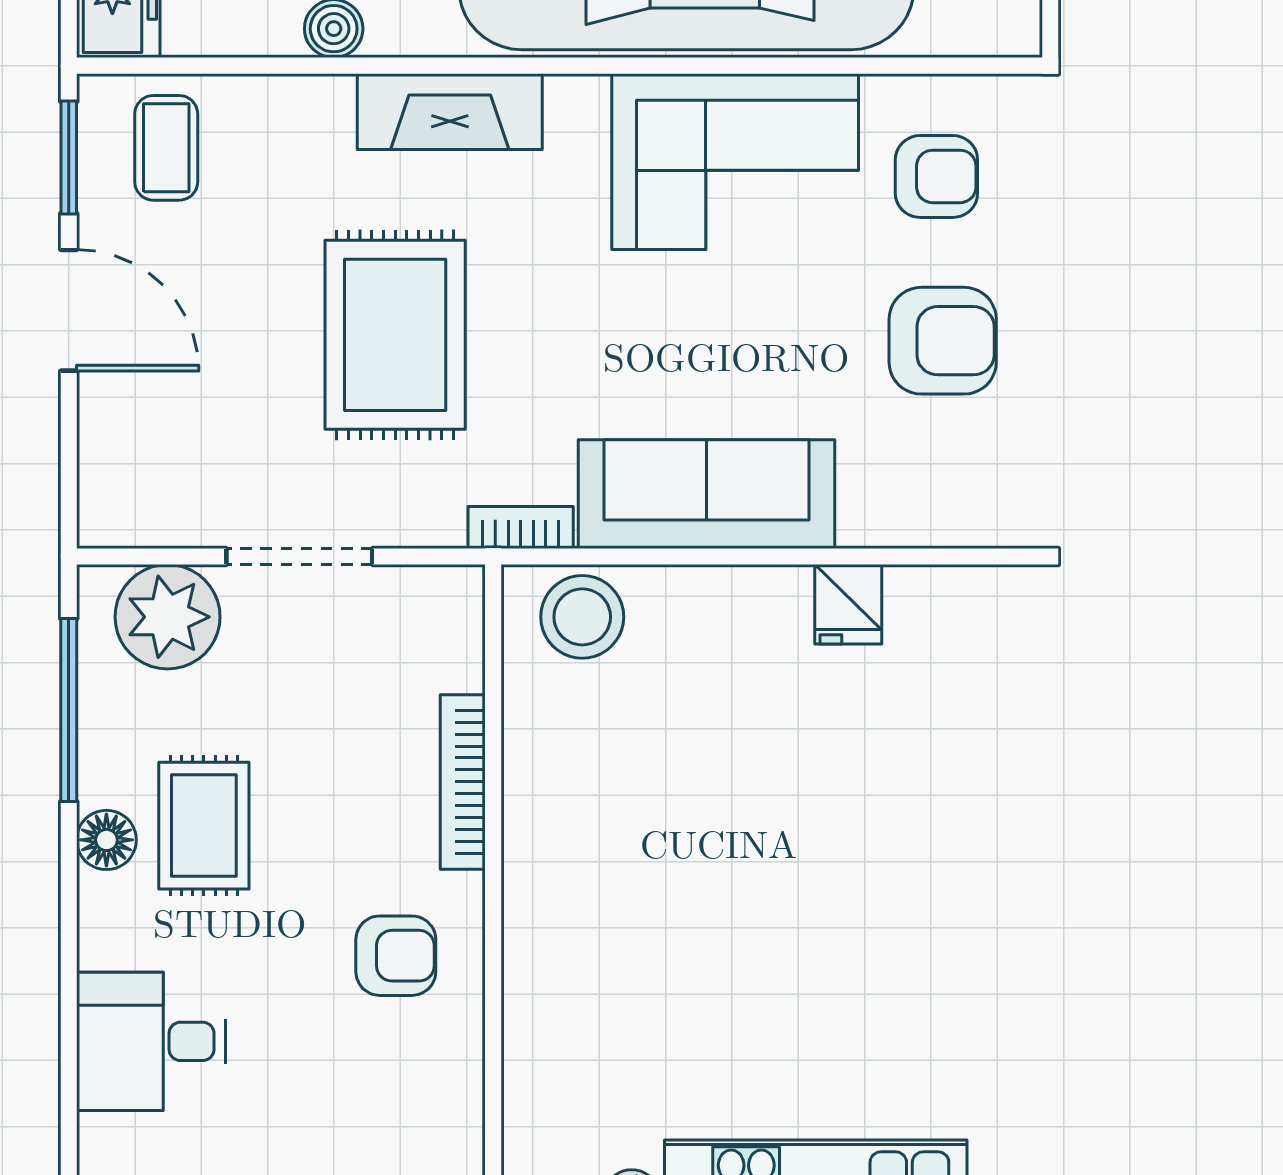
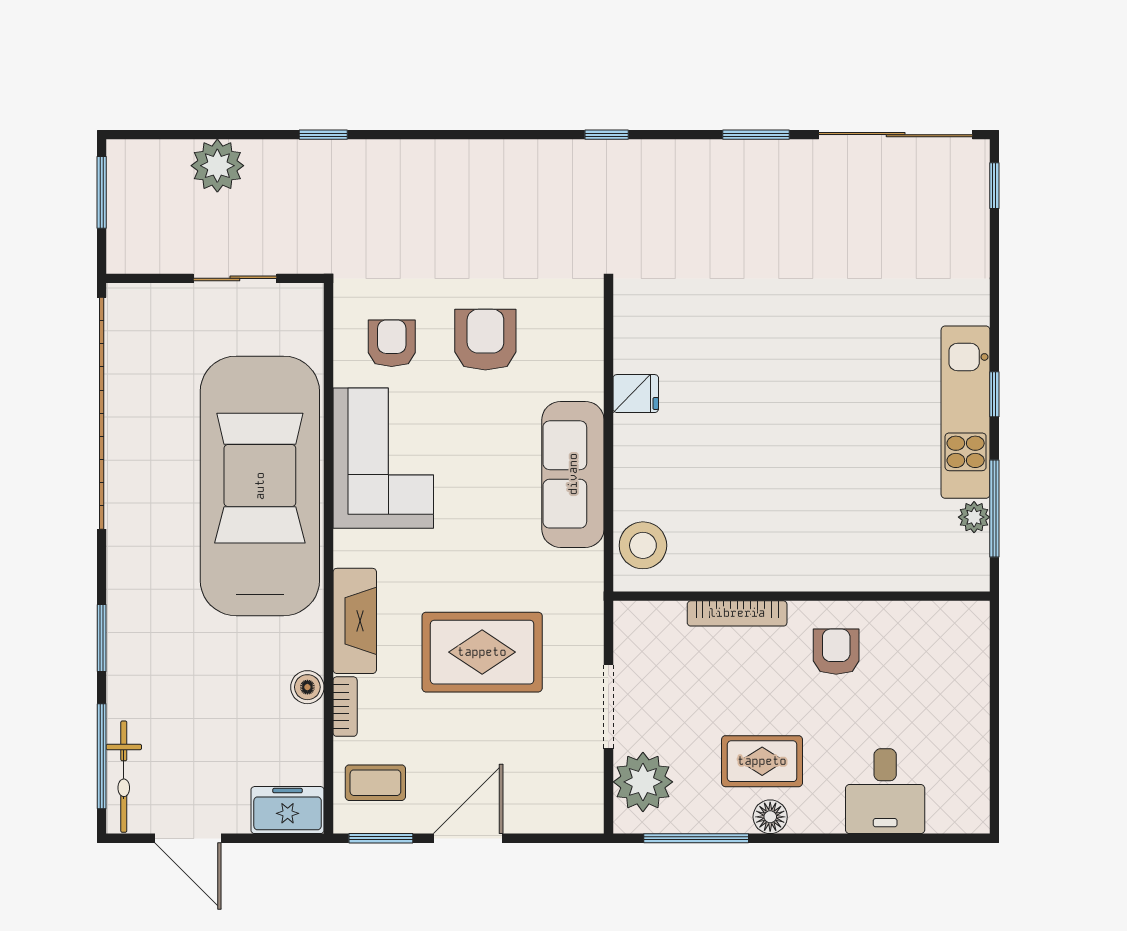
bookcase: (521, 527) -> (345, 707), moved, turned 180

